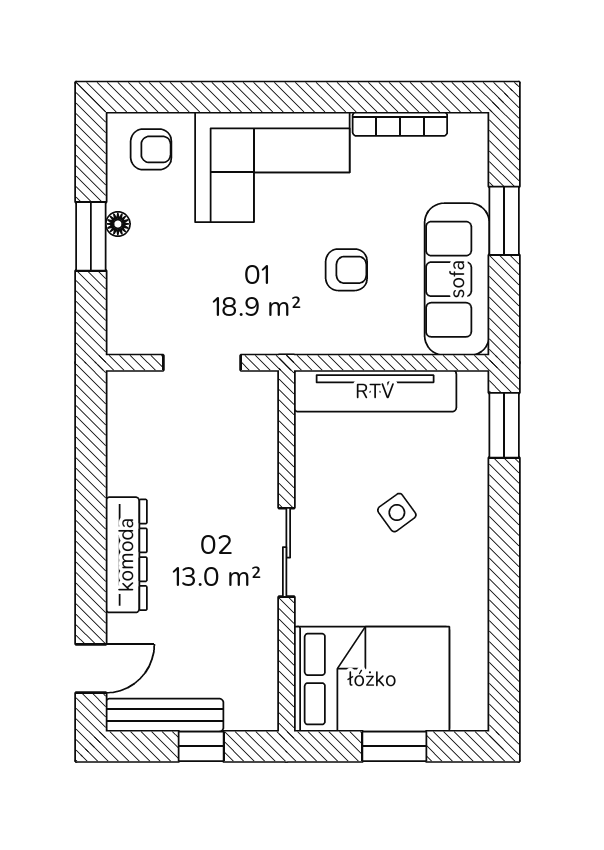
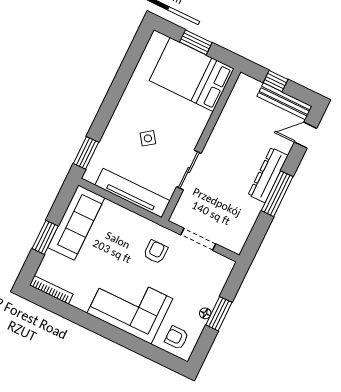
bookcase: (400, 124) -> (51, 290), moved
armchair: (346, 270) -> (156, 252), moved, turned 90
window: (91, 527) -> (277, 194), added
sliding door: (286, 552) -> (189, 170), moved

